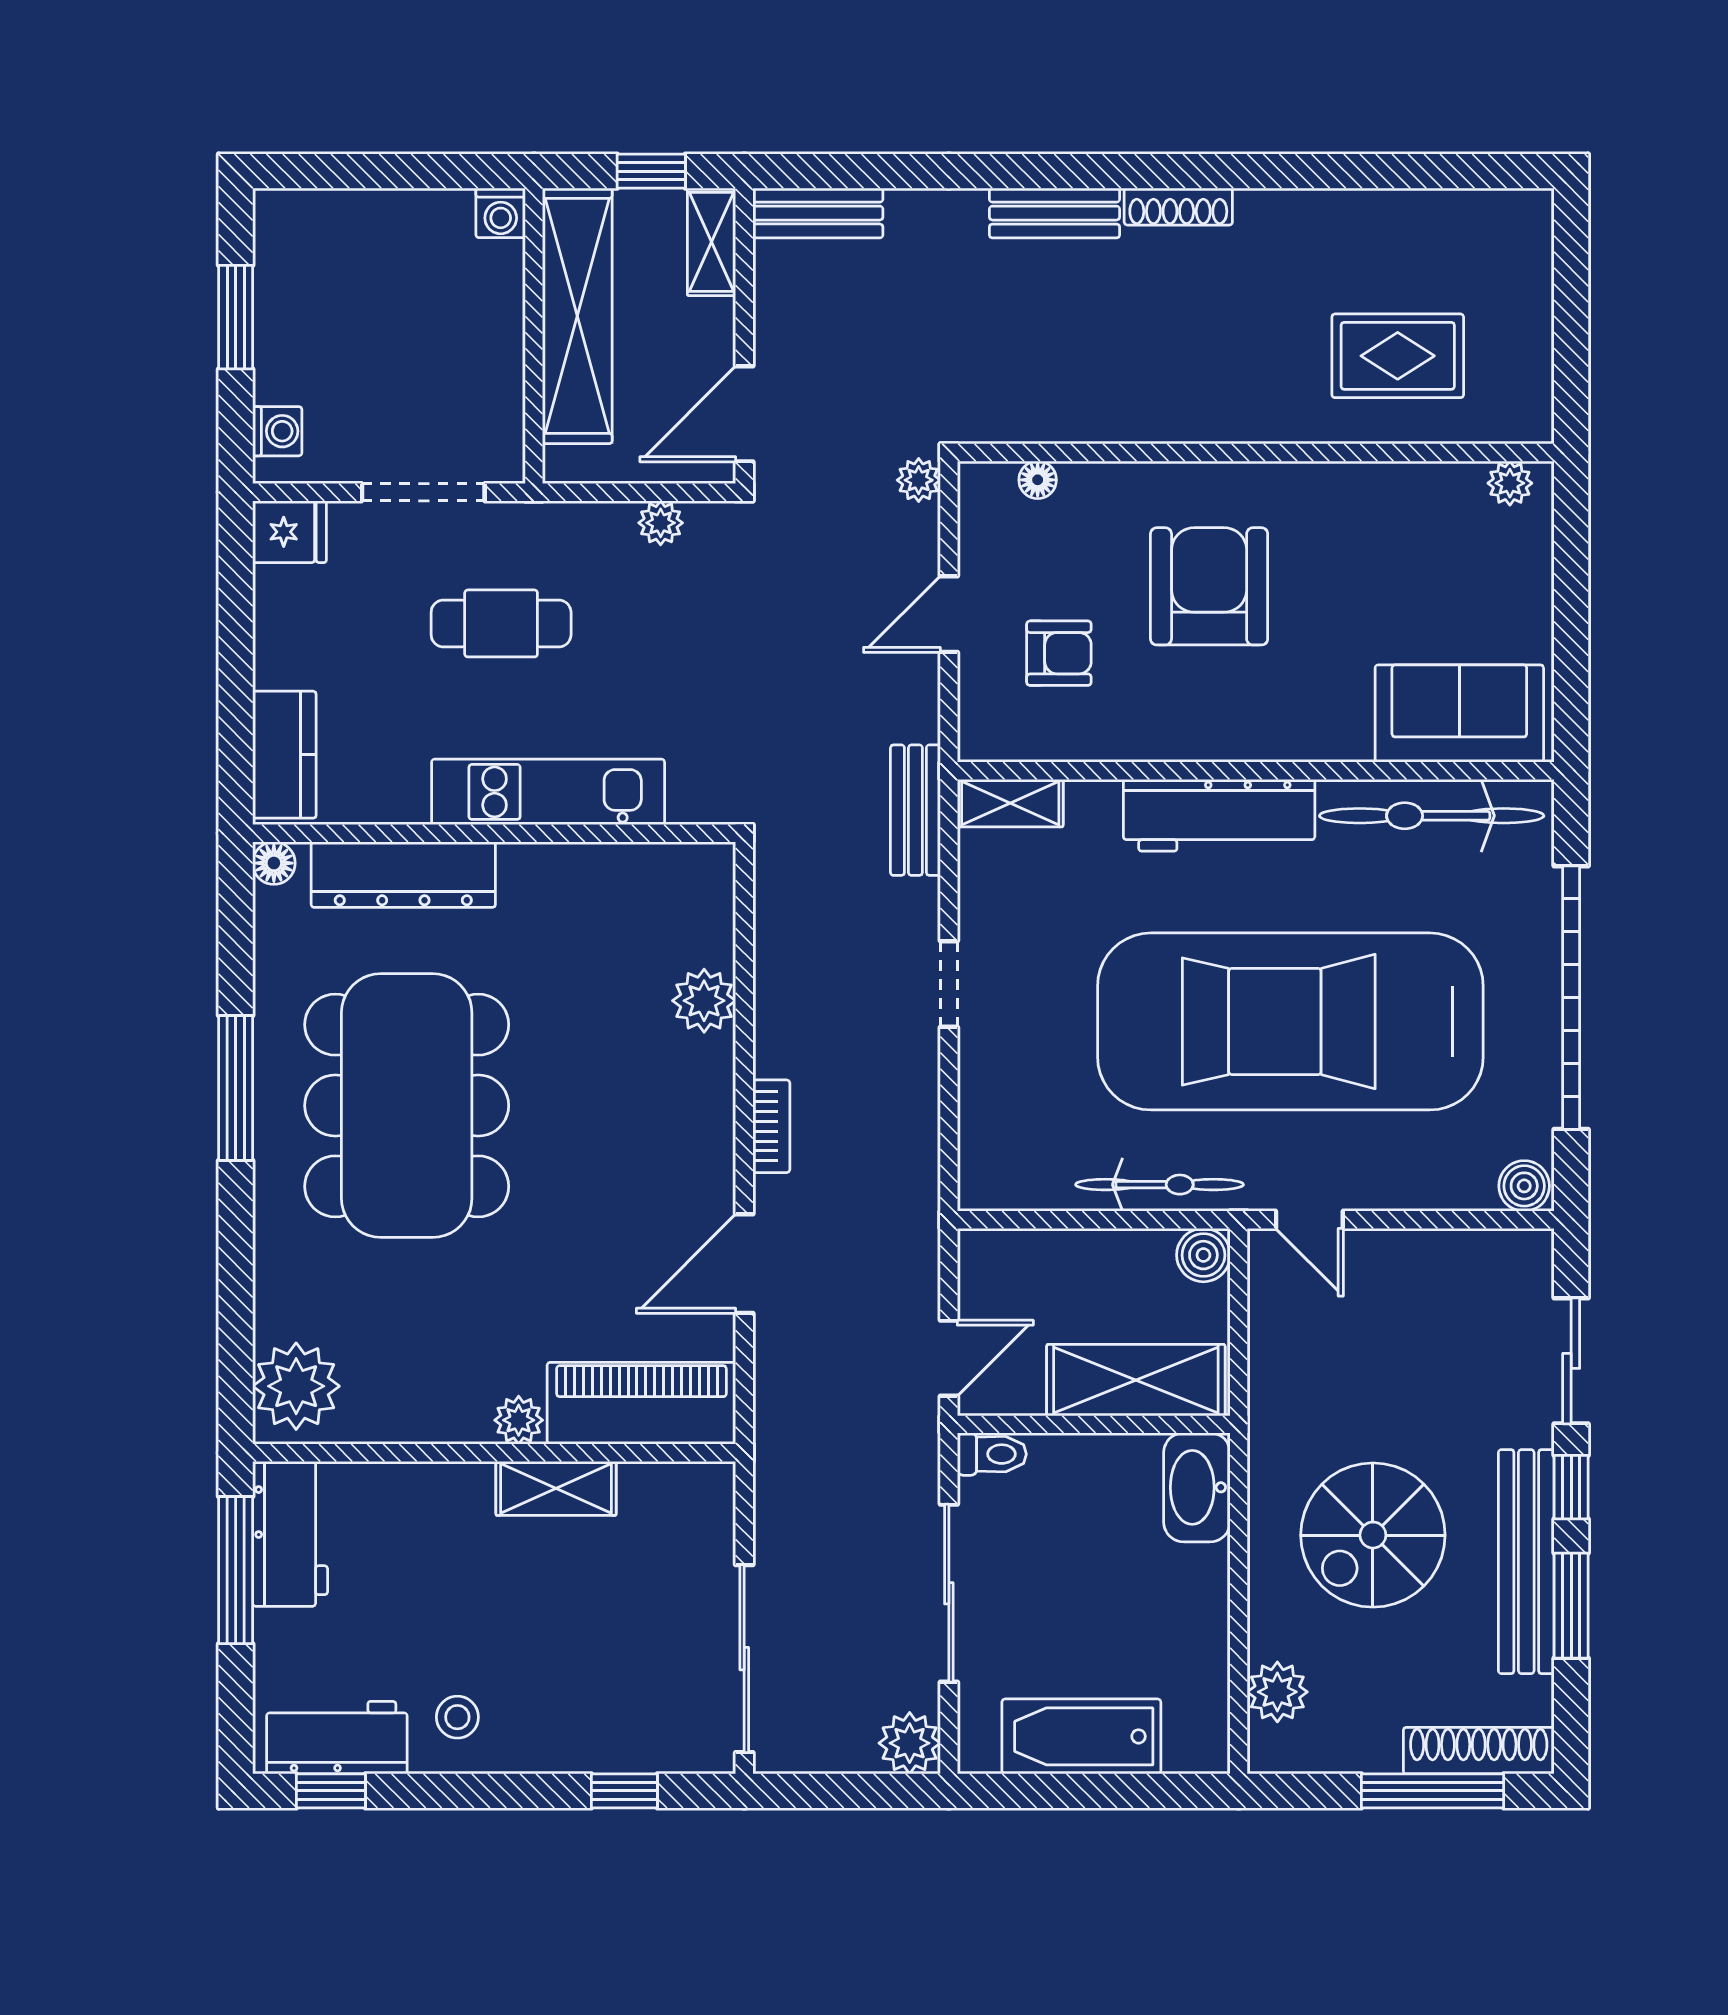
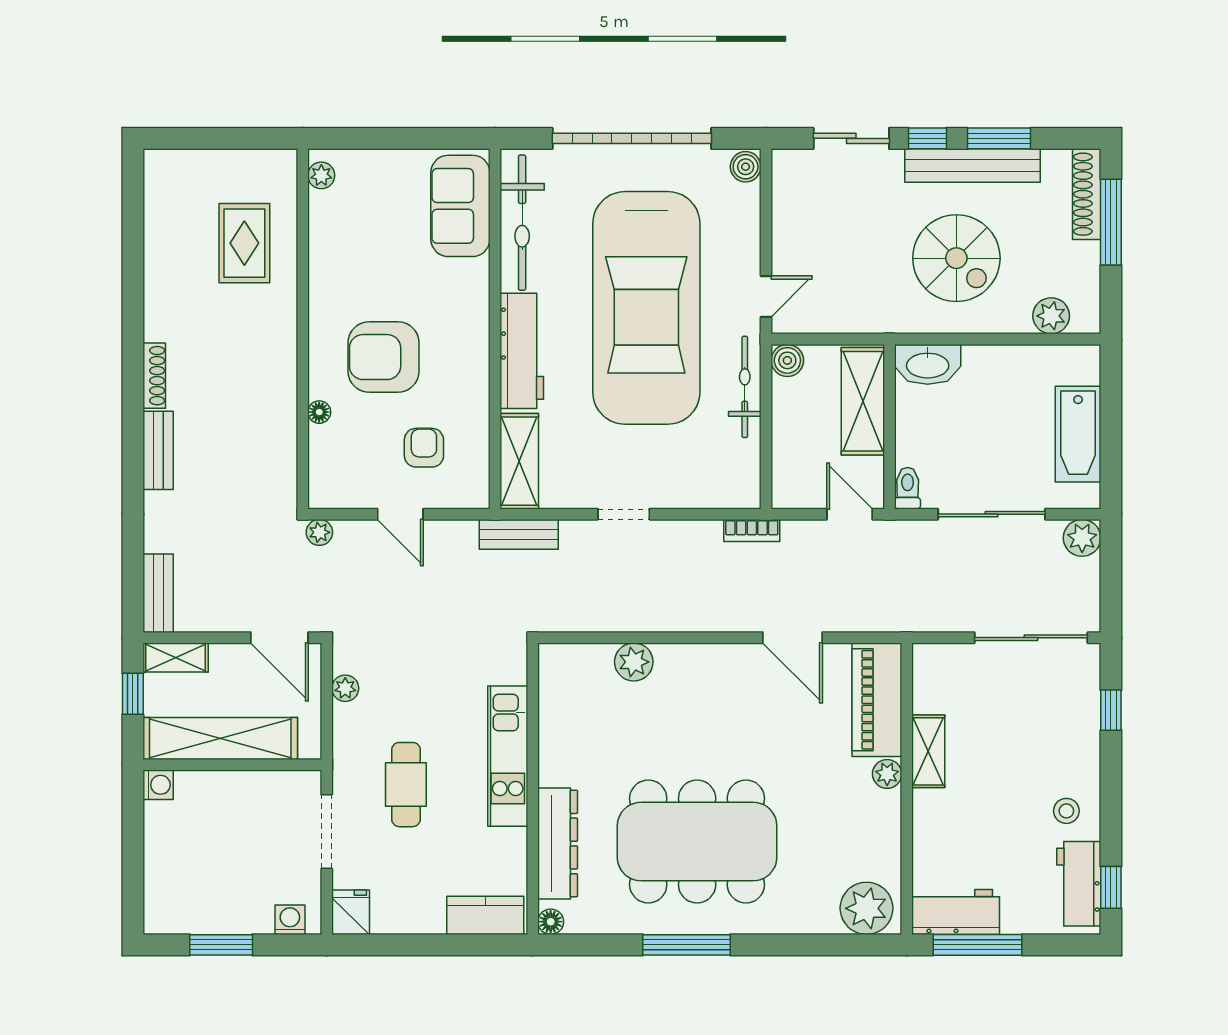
floor lamp: (1038, 480) -> (319, 412), moved
shelving: (1010, 803) -> (519, 461), width x1.50, depth x1.33
bookcase: (771, 1126) -> (752, 530), moved, turned 180

